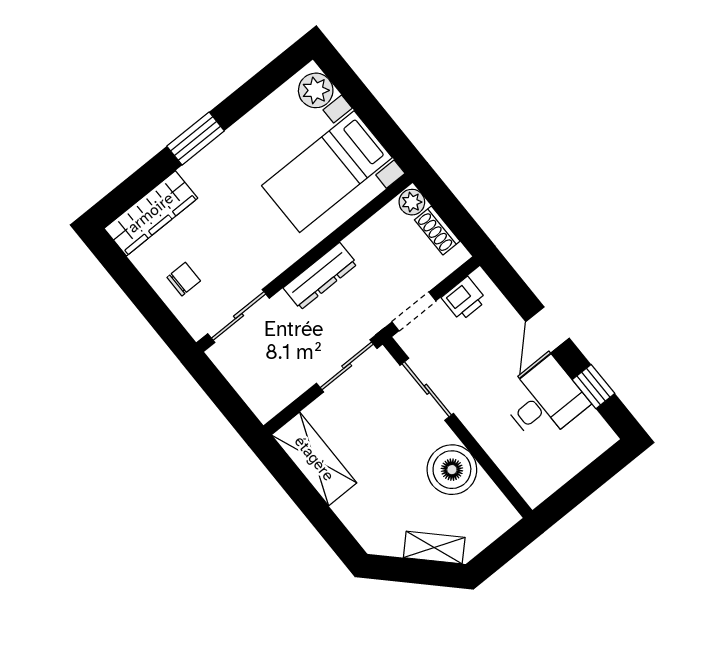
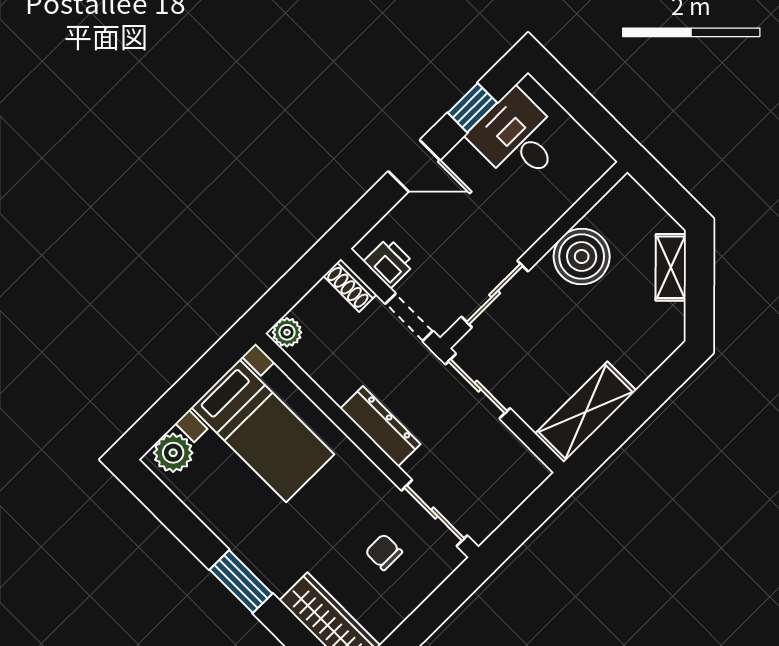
shoe rack: (437, 230) -> (350, 285), moved, turned 90
chair: (184, 279) -> (384, 552), moved
desk: (544, 401) -> (517, 138), moved

